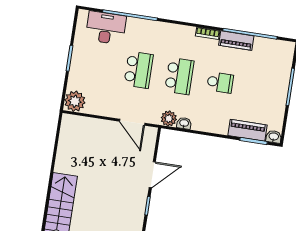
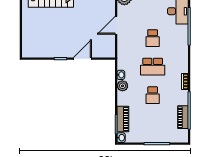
piano: (236, 41) -> (183, 117), moved
school desk: (139, 70) -> (153, 38), width x0.54
plant: (169, 119) -> (122, 86), moved
door: (132, 122) -> (116, 25), moved
door: (152, 175) -> (82, 59), swing flipped

